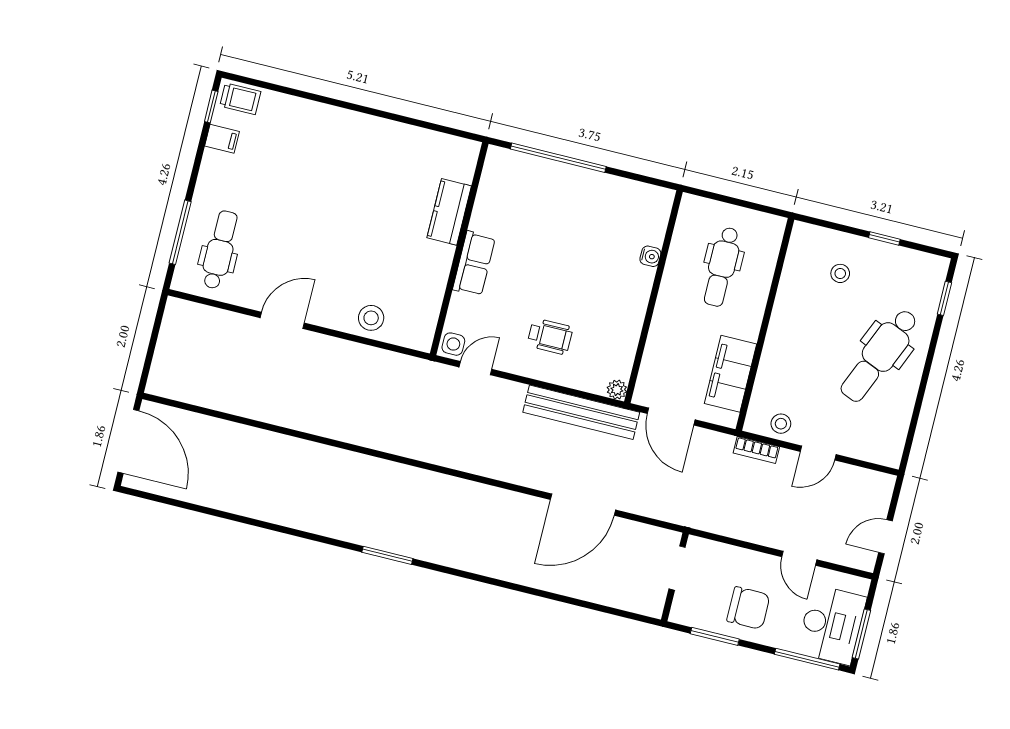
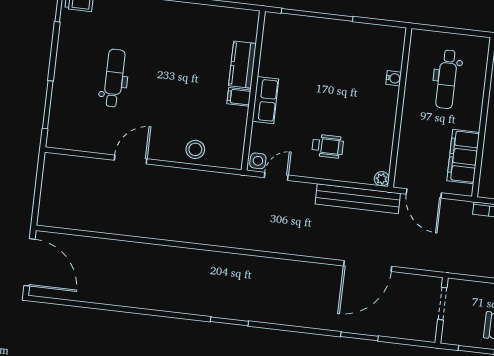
filing cabinet: (222, 139) -> (239, 97), moved, turned 180
dental chair: (220, 250) -> (114, 78), moved
window: (560, 598) -> (359, 336), added

